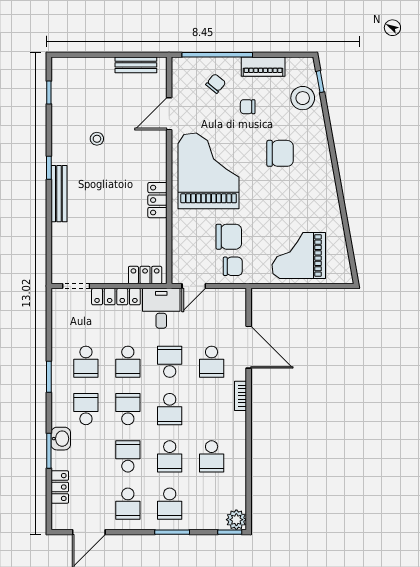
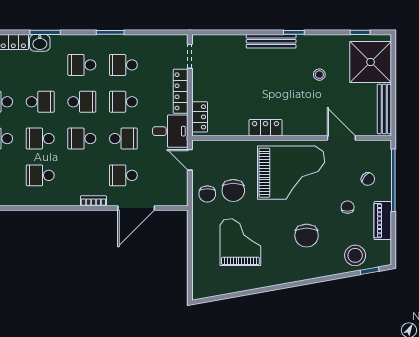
bench: (136, 65) -> (384, 109), width x1.36
shower: (83, 81) -> (371, 62), added
grand piano: (299, 255) -> (240, 242), moved
school desk: (86, 409) -> (82, 65), turned 180
washbasin: (61, 439) -> (40, 43), moved

